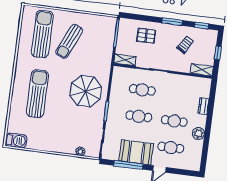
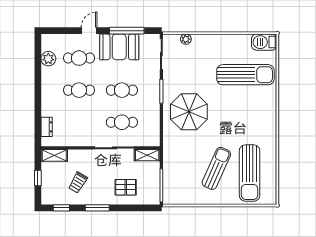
sun lounger: (37, 94) -> (245, 75), moved, turned -90
dresser: (203, 106) -> (47, 127), moved
plant: (198, 133) -> (48, 59), moved

